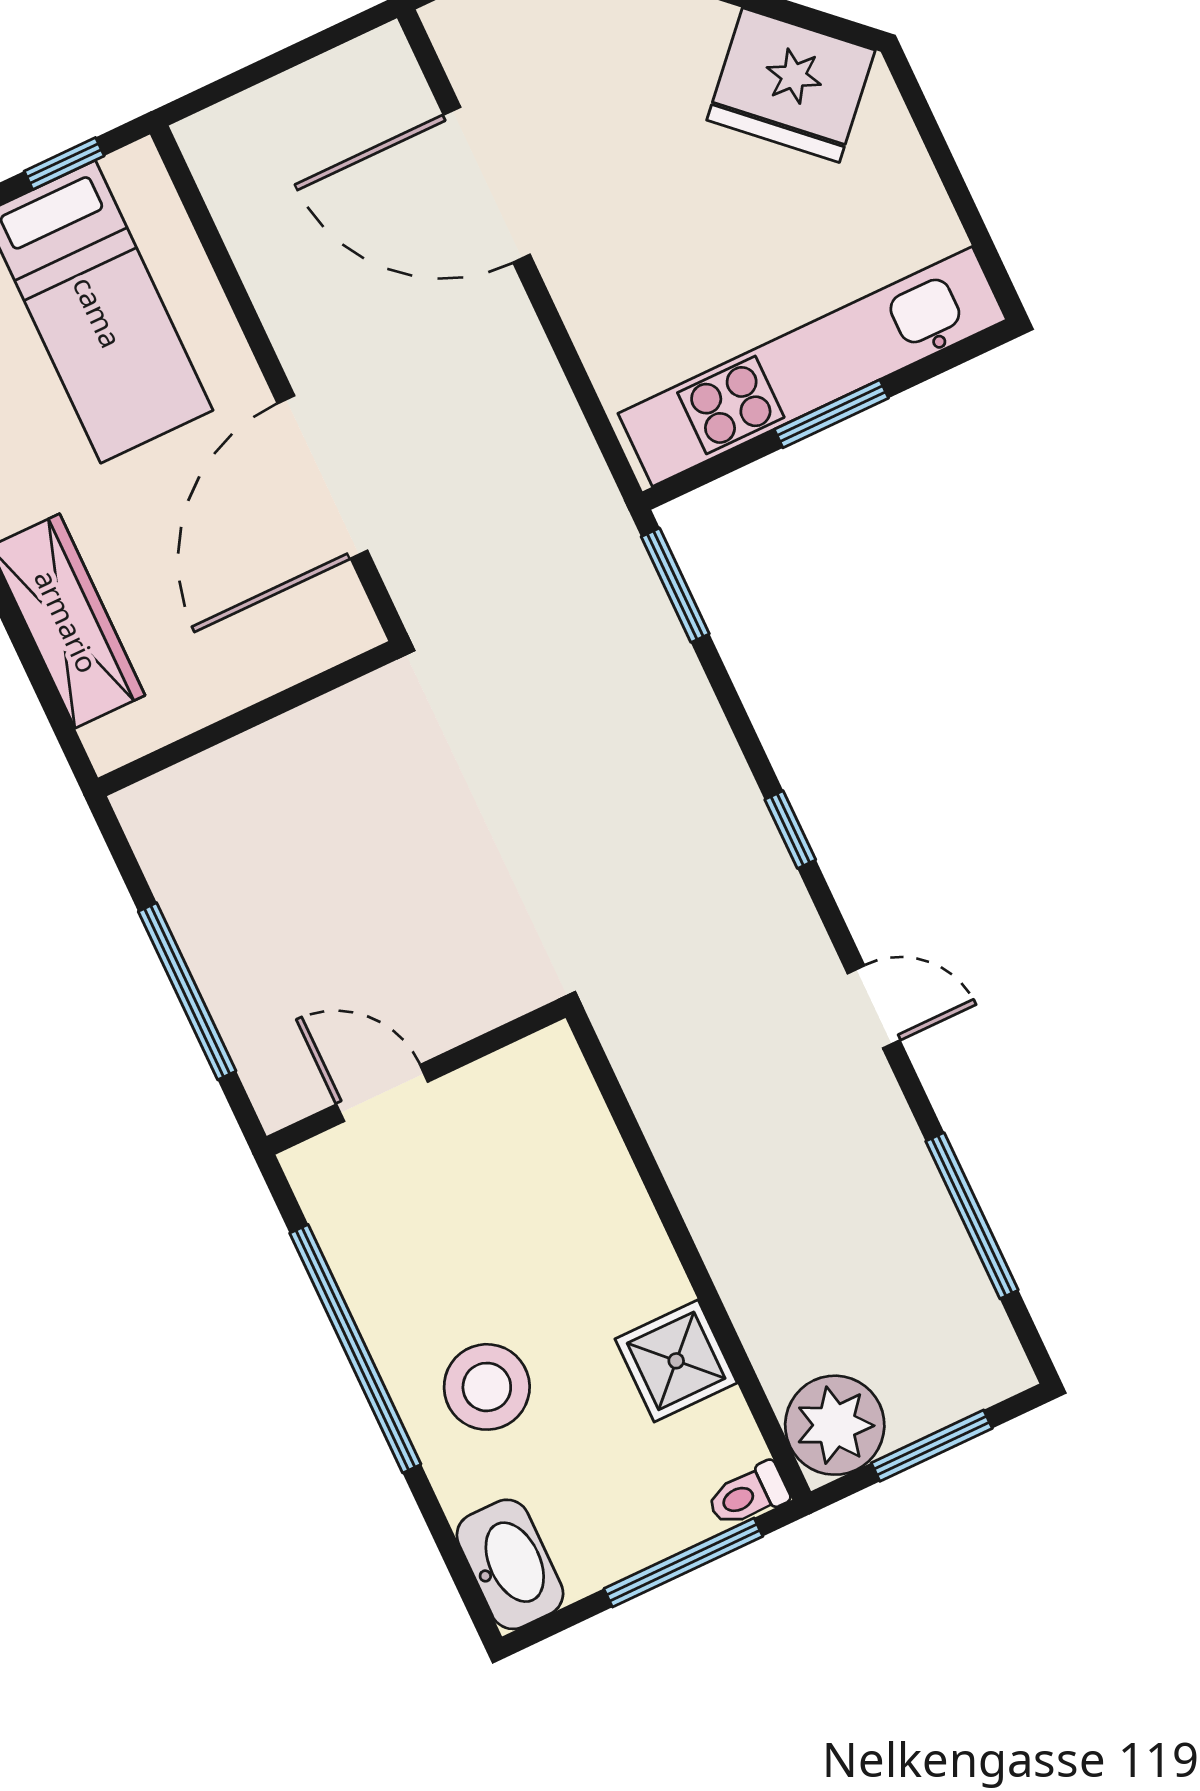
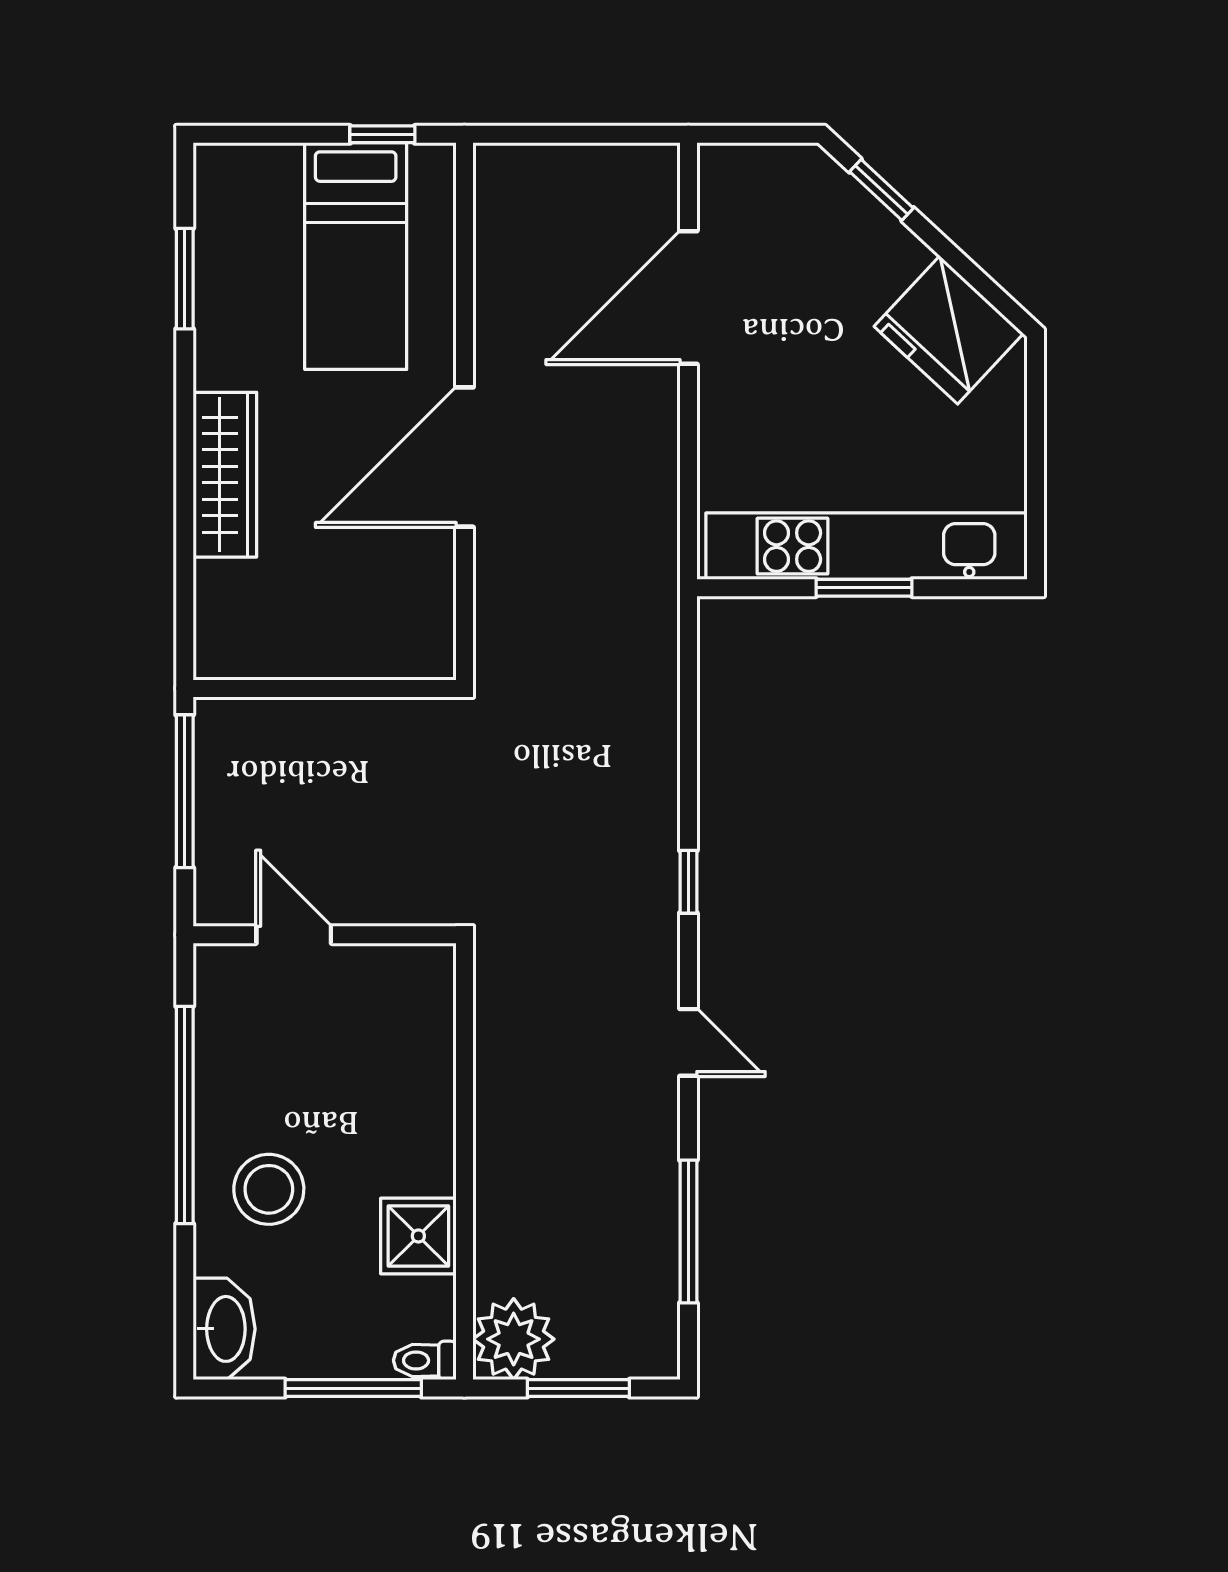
door: (487, 185) -> (688, 298), hinge flipped
window: (675, 585) -> (688, 660), removed
wall: (248, 719) -> (325, 688), moved

